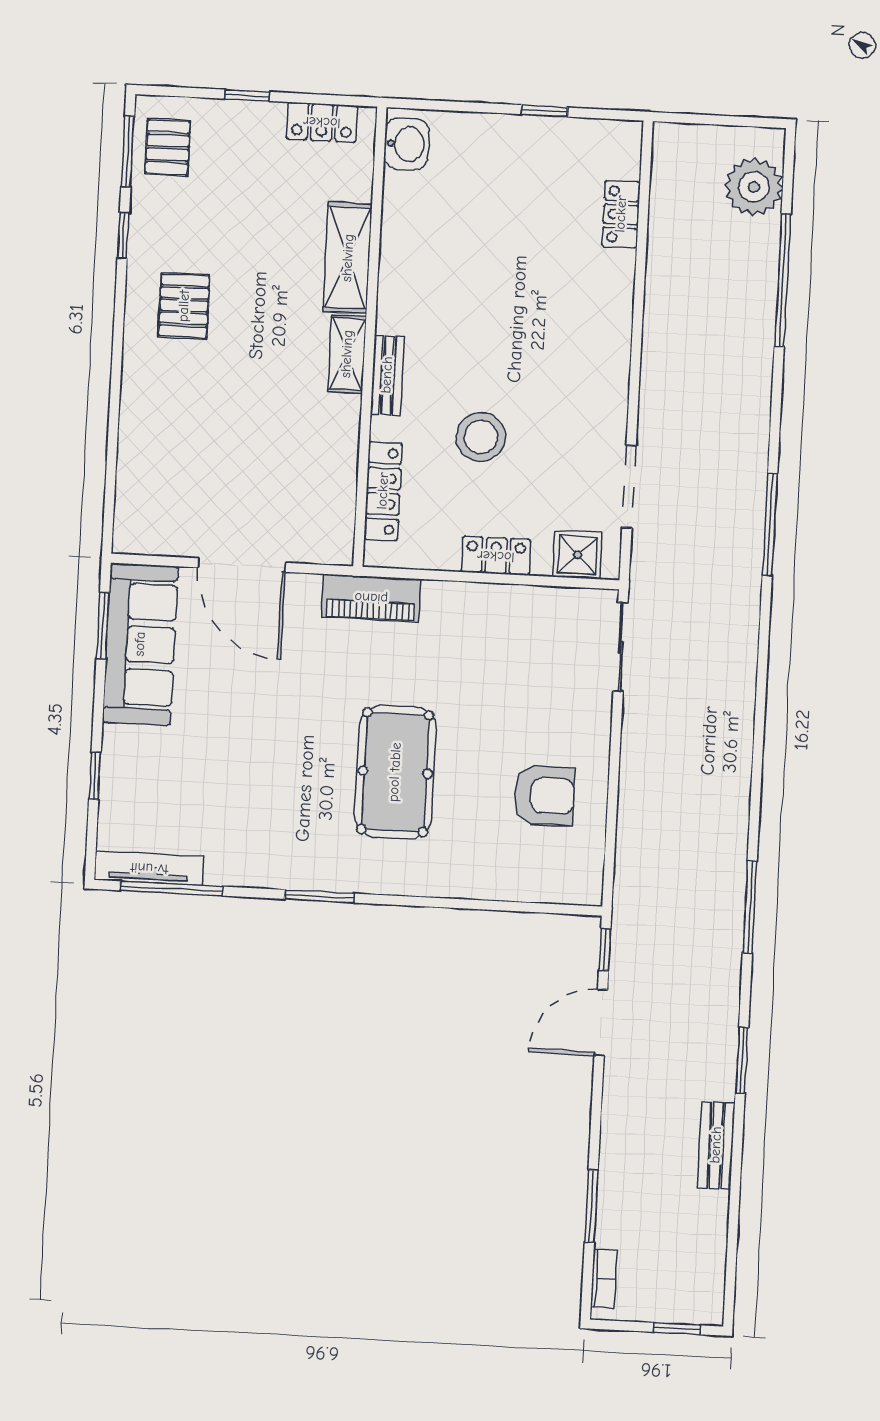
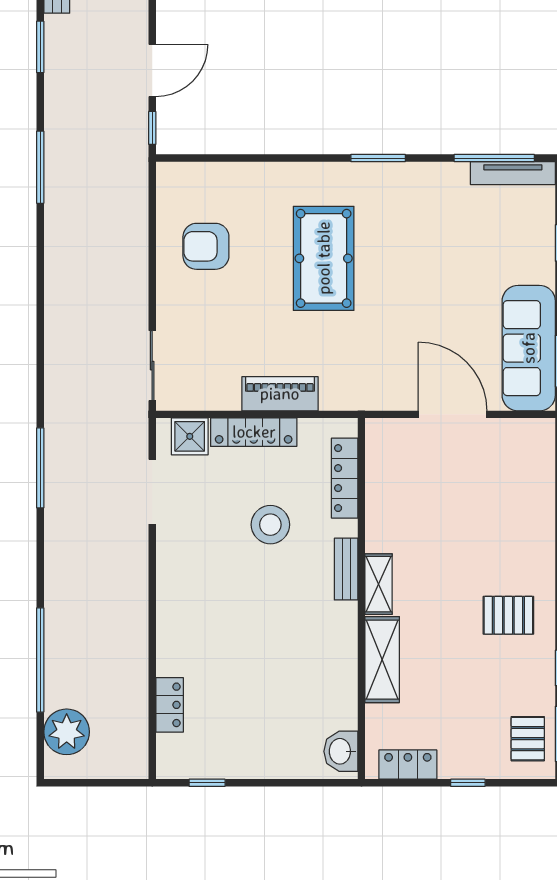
window: (545, 111) -> (207, 783), moved
pallet: (184, 306) -> (508, 615), turned 90
locker: (496, 556) -> (254, 432), width x1.53
piano: (371, 598) -> (280, 394), moved

